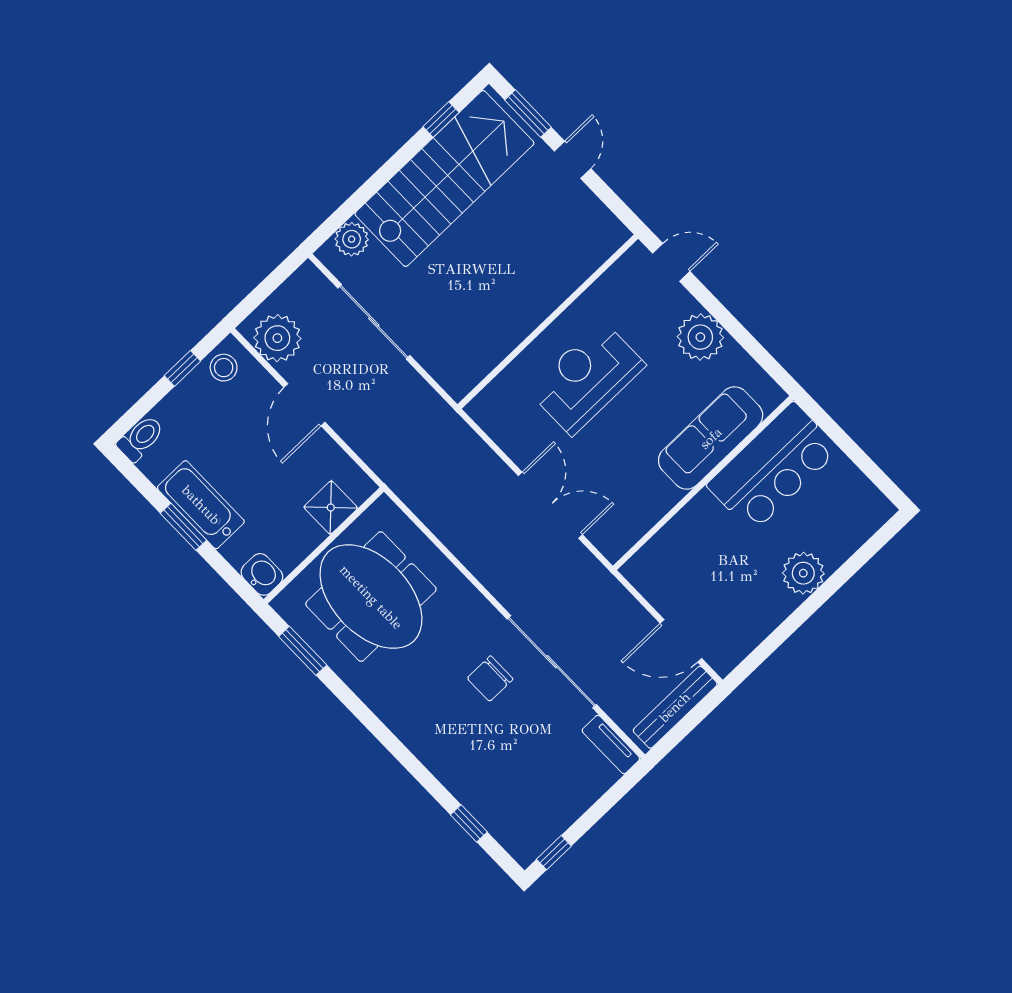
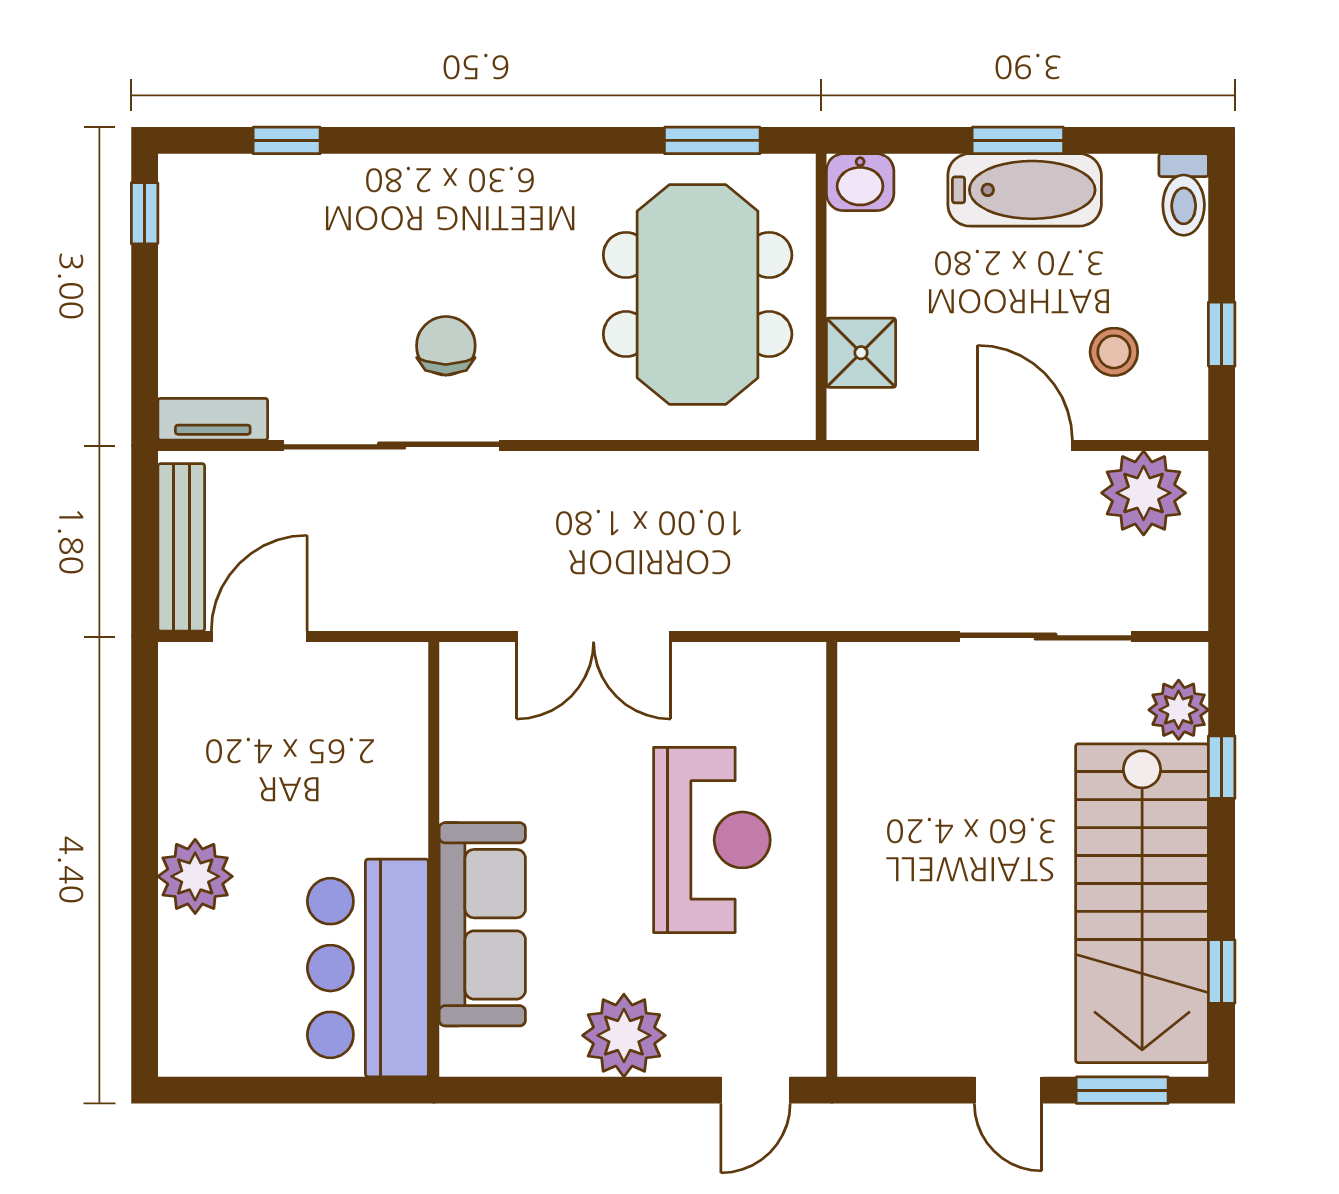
window: (358, 199) -> (1222, 767), added
stool: (224, 368) -> (1114, 352), moved
meeting table: (371, 597) -> (698, 295), turned 90

